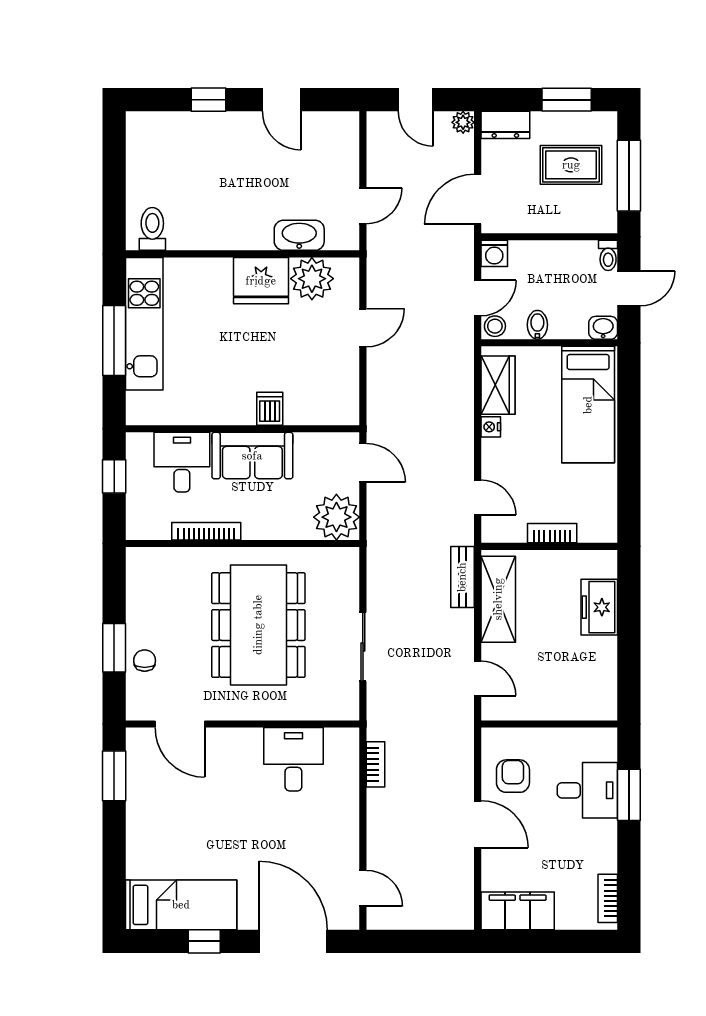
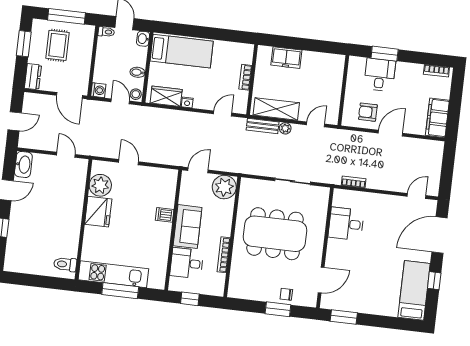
plant: (463, 122) -> (285, 128), moved
washbasin: (299, 235) -> (23, 164), moved, turned 180

